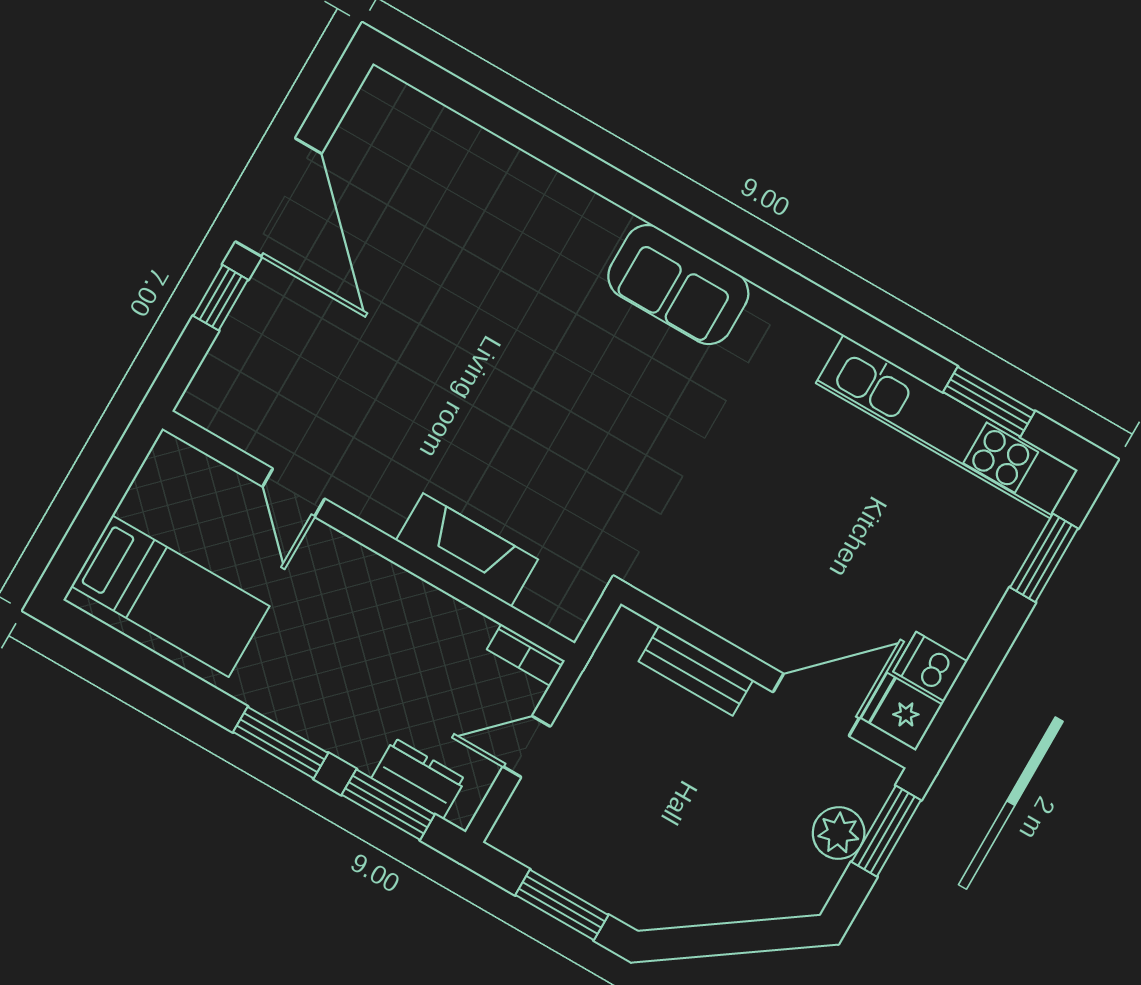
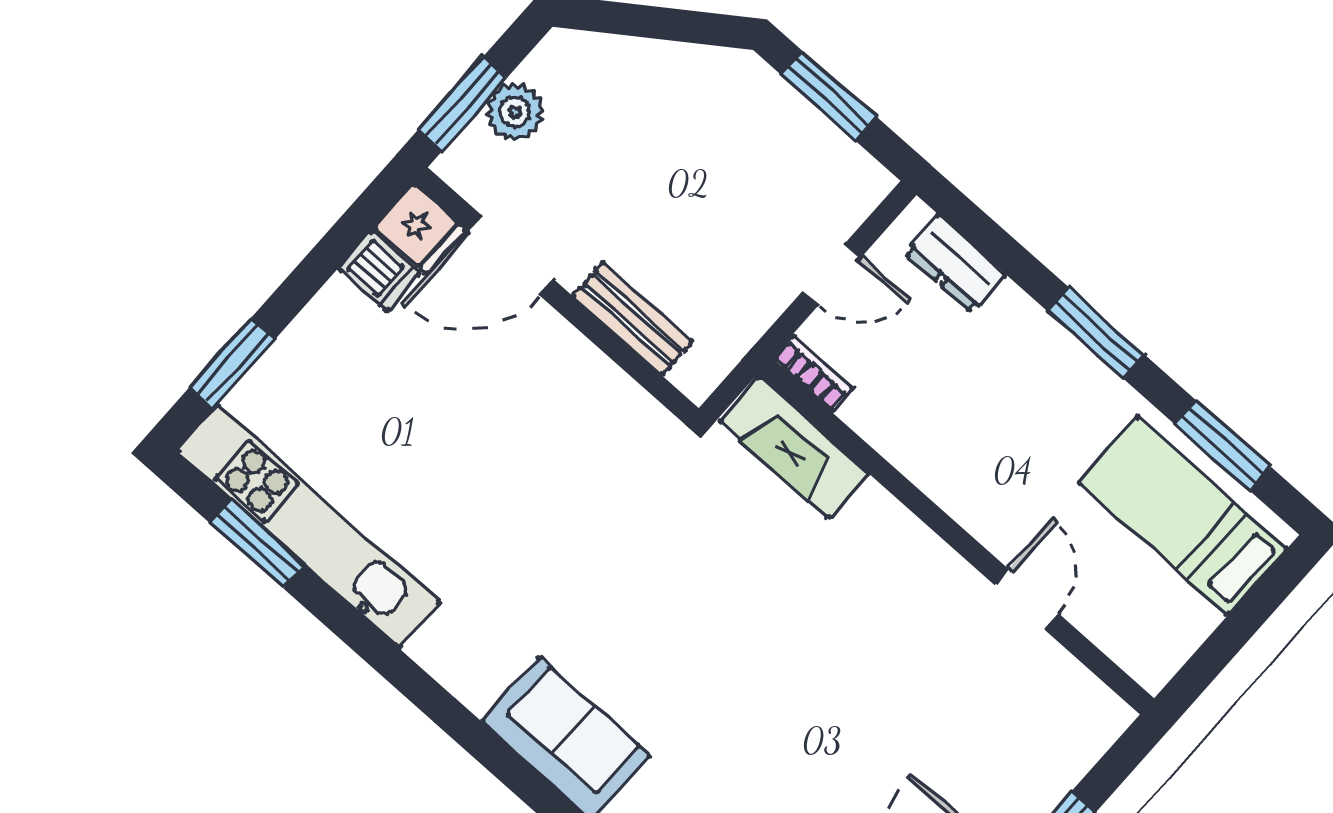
fireplace: (467, 550) -> (794, 448), moved
window: (388, 805) -> (1223, 446), moved

